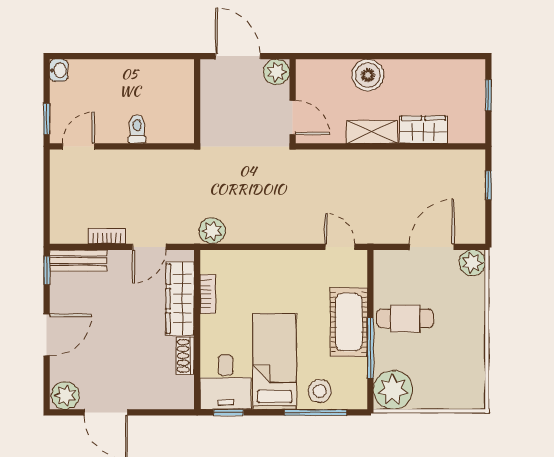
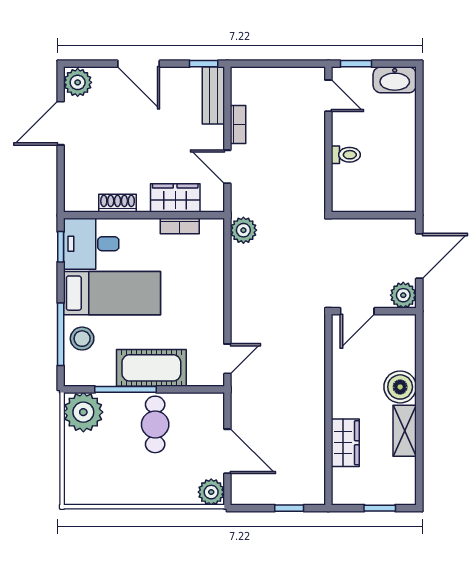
washbasin: (59, 70) -> (395, 80), width x1.91, depth x1.45
shelving: (372, 132) -> (405, 431), moved
wardrobe: (180, 299) -> (175, 198), width x0.67

